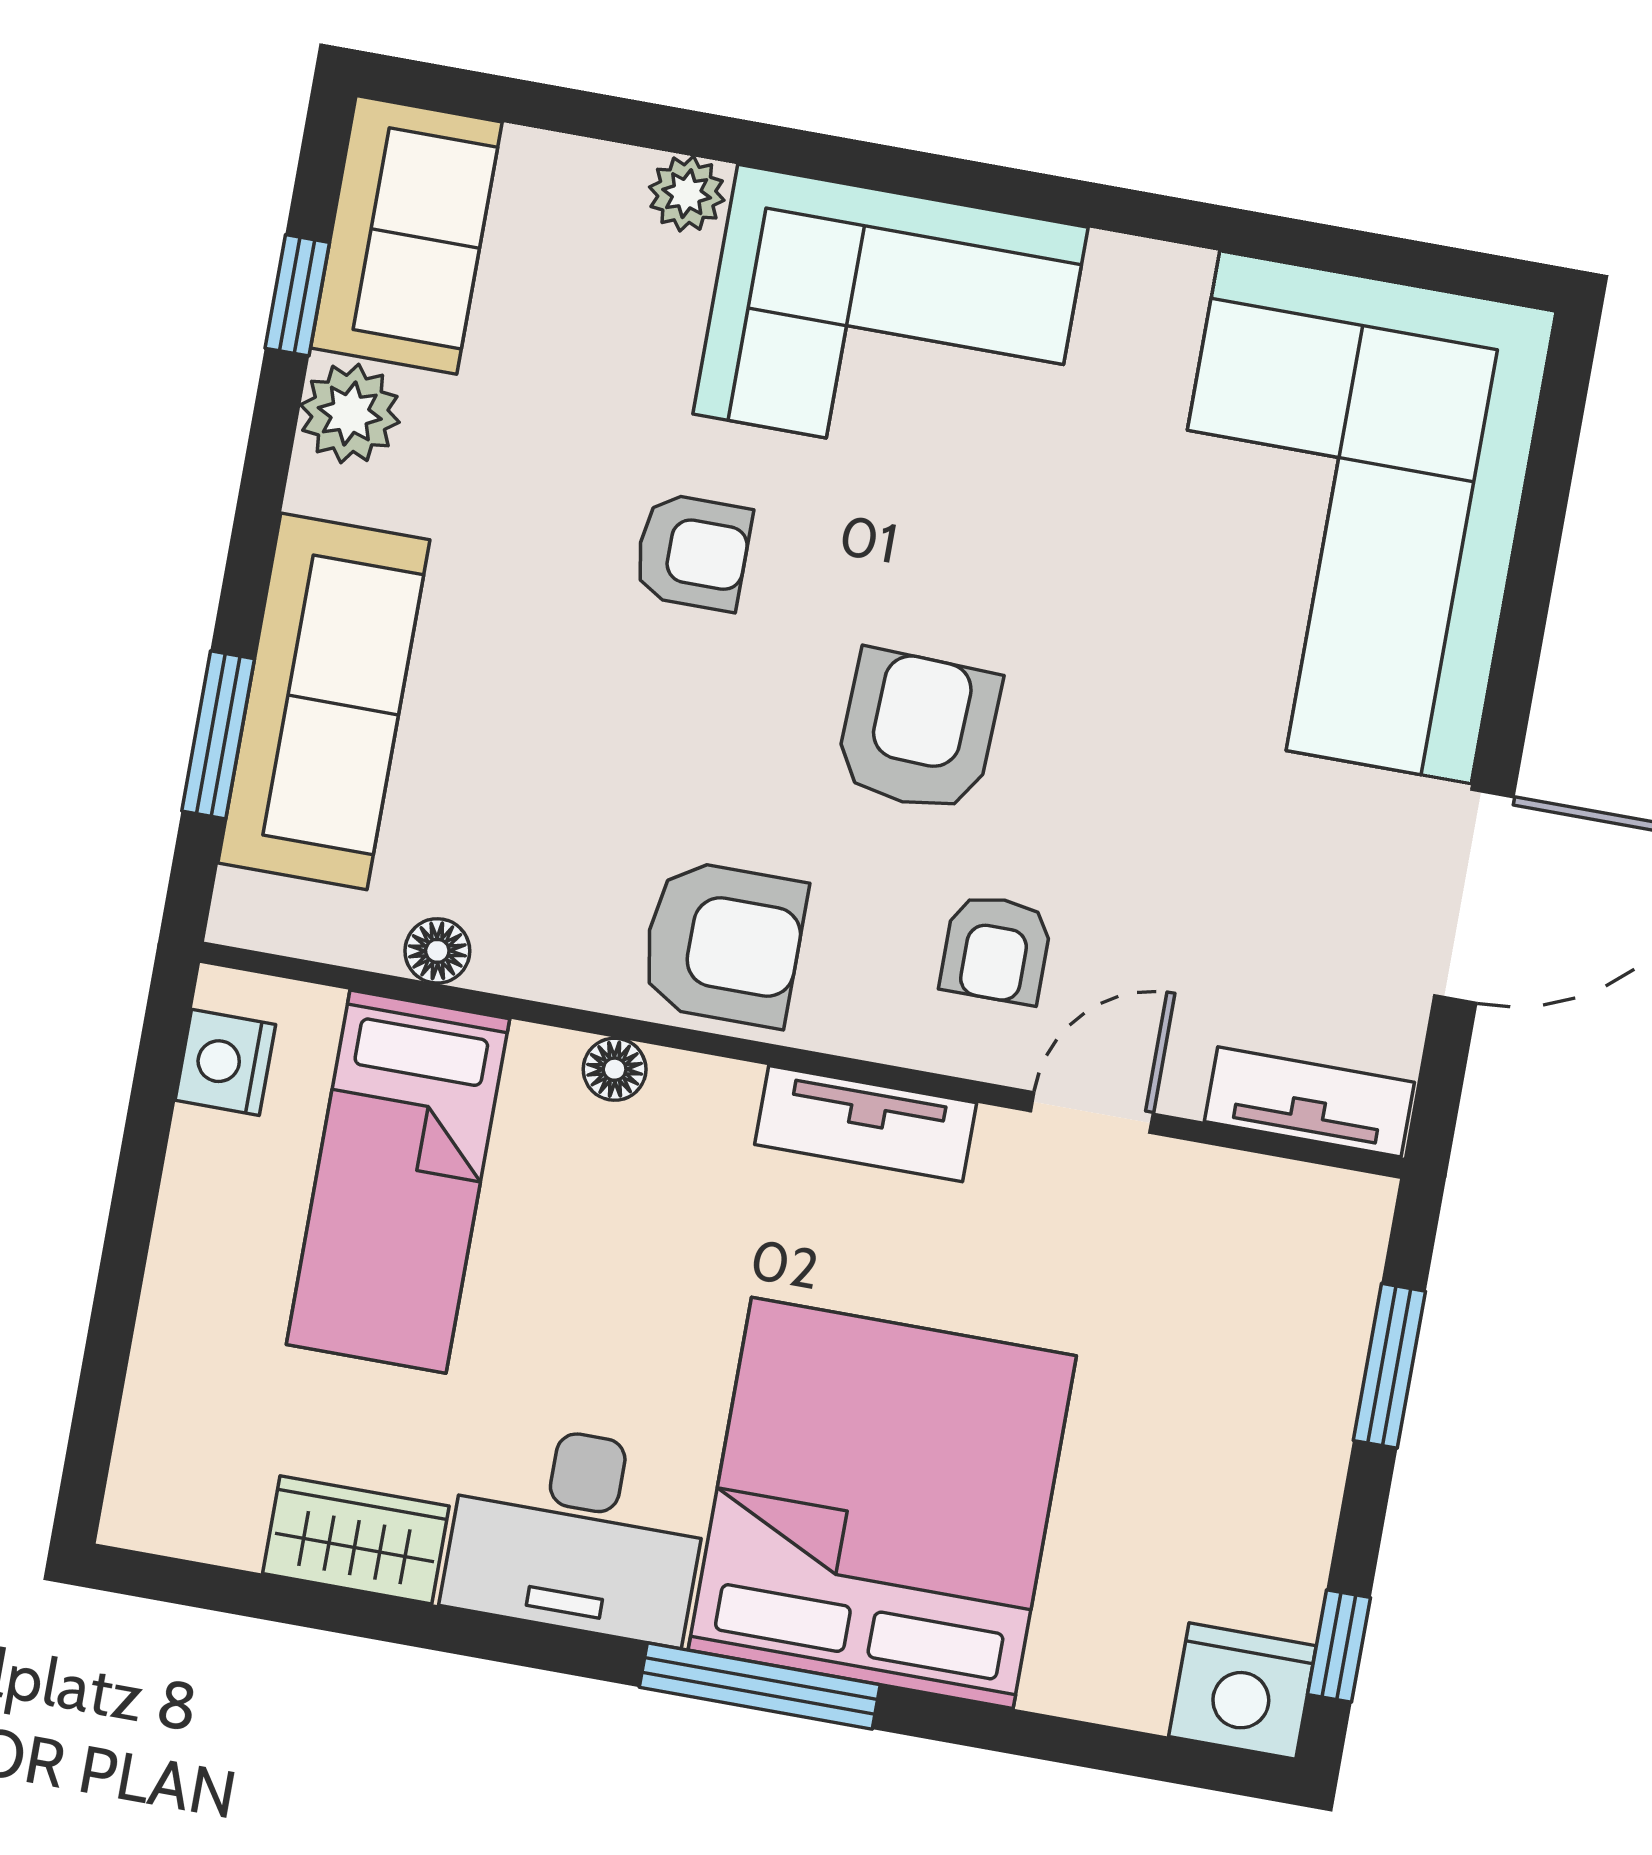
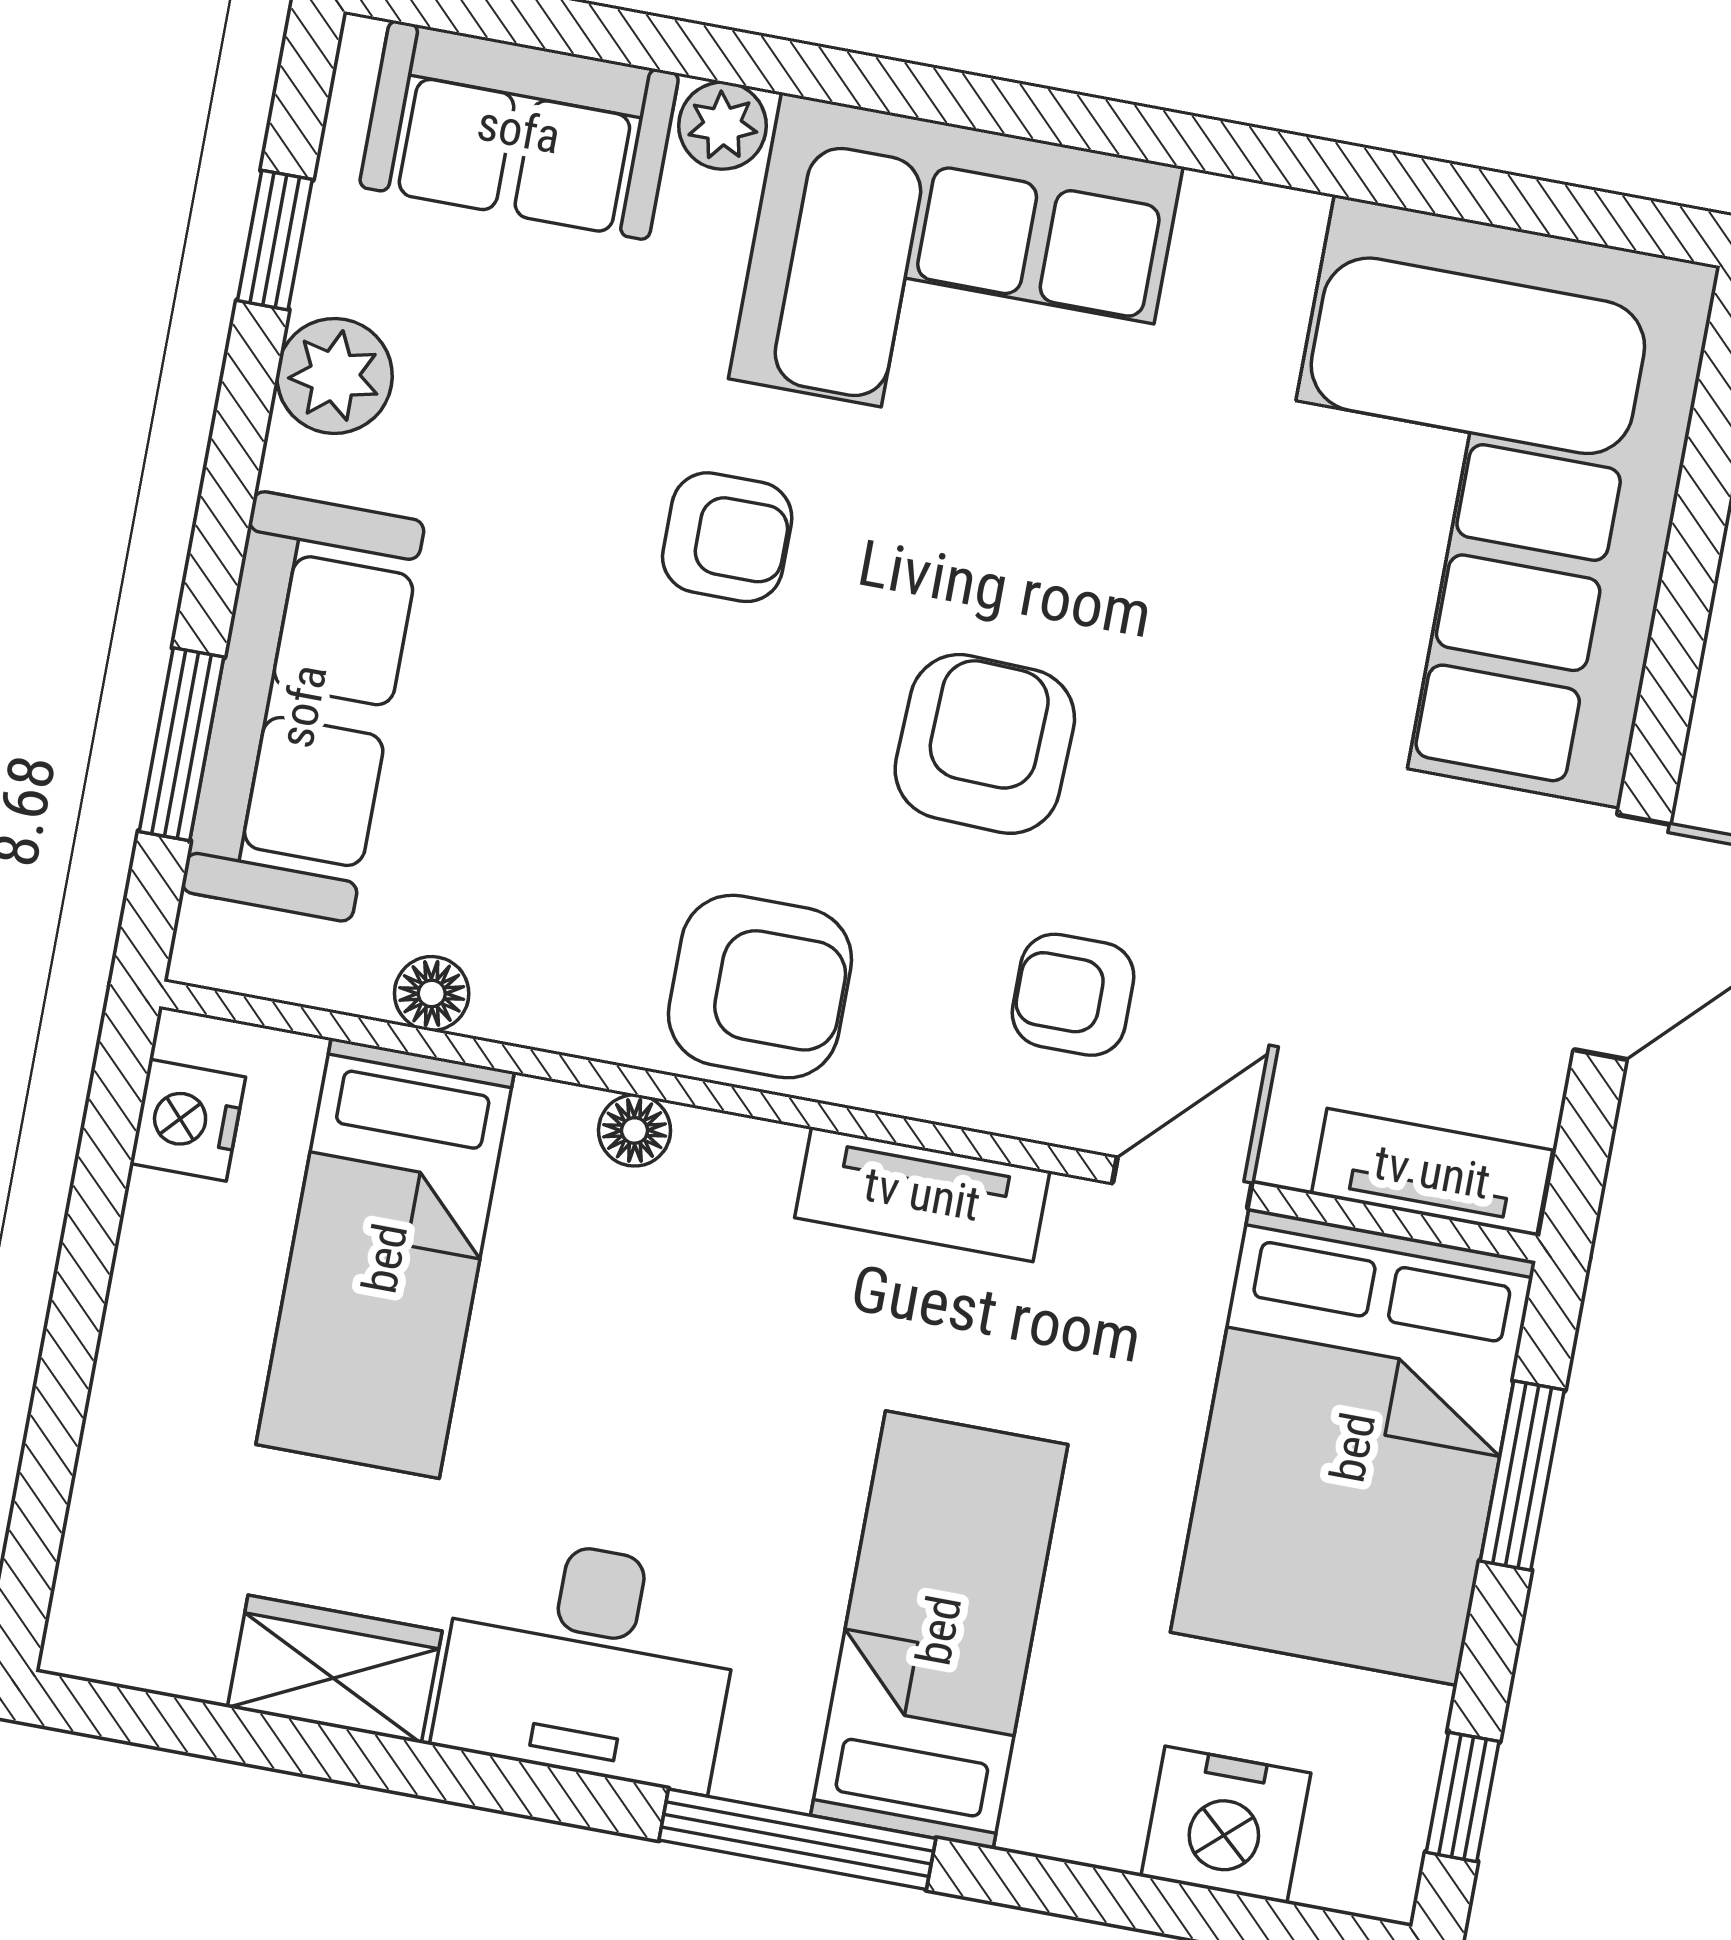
sofa: (406, 235) -> (519, 130), moved, turned 90
armchair: (996, 949) -> (1073, 995), turned 90
bed: (1242, 1341) -> (1353, 1447), added
bed: (882, 1503) -> (939, 1630), width x0.49
nightstand: (1242, 1691) -> (1226, 1825), moved

